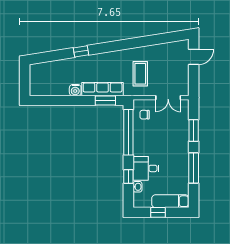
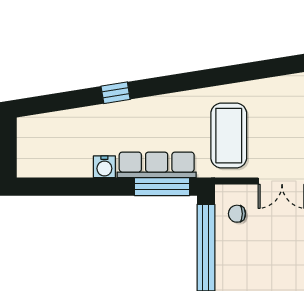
coffee table: (140, 74) -> (229, 136), width x1.36, depth x1.32
window: (105, 100) -> (162, 187), width x1.44

